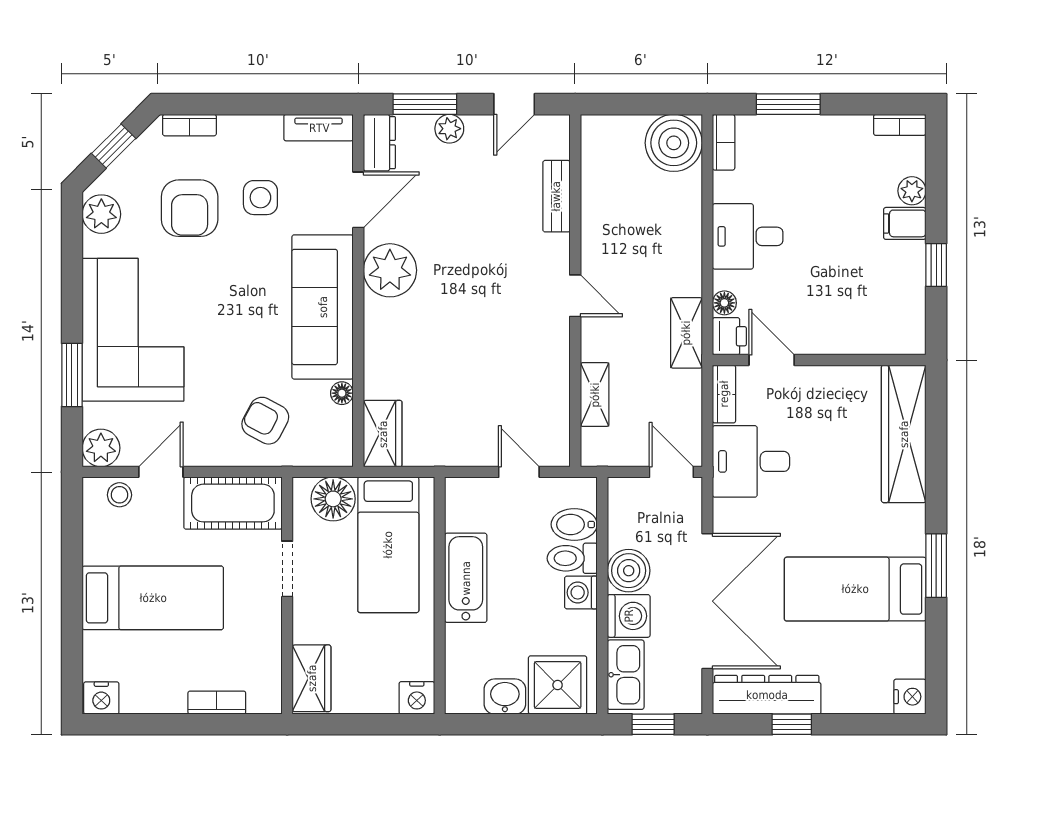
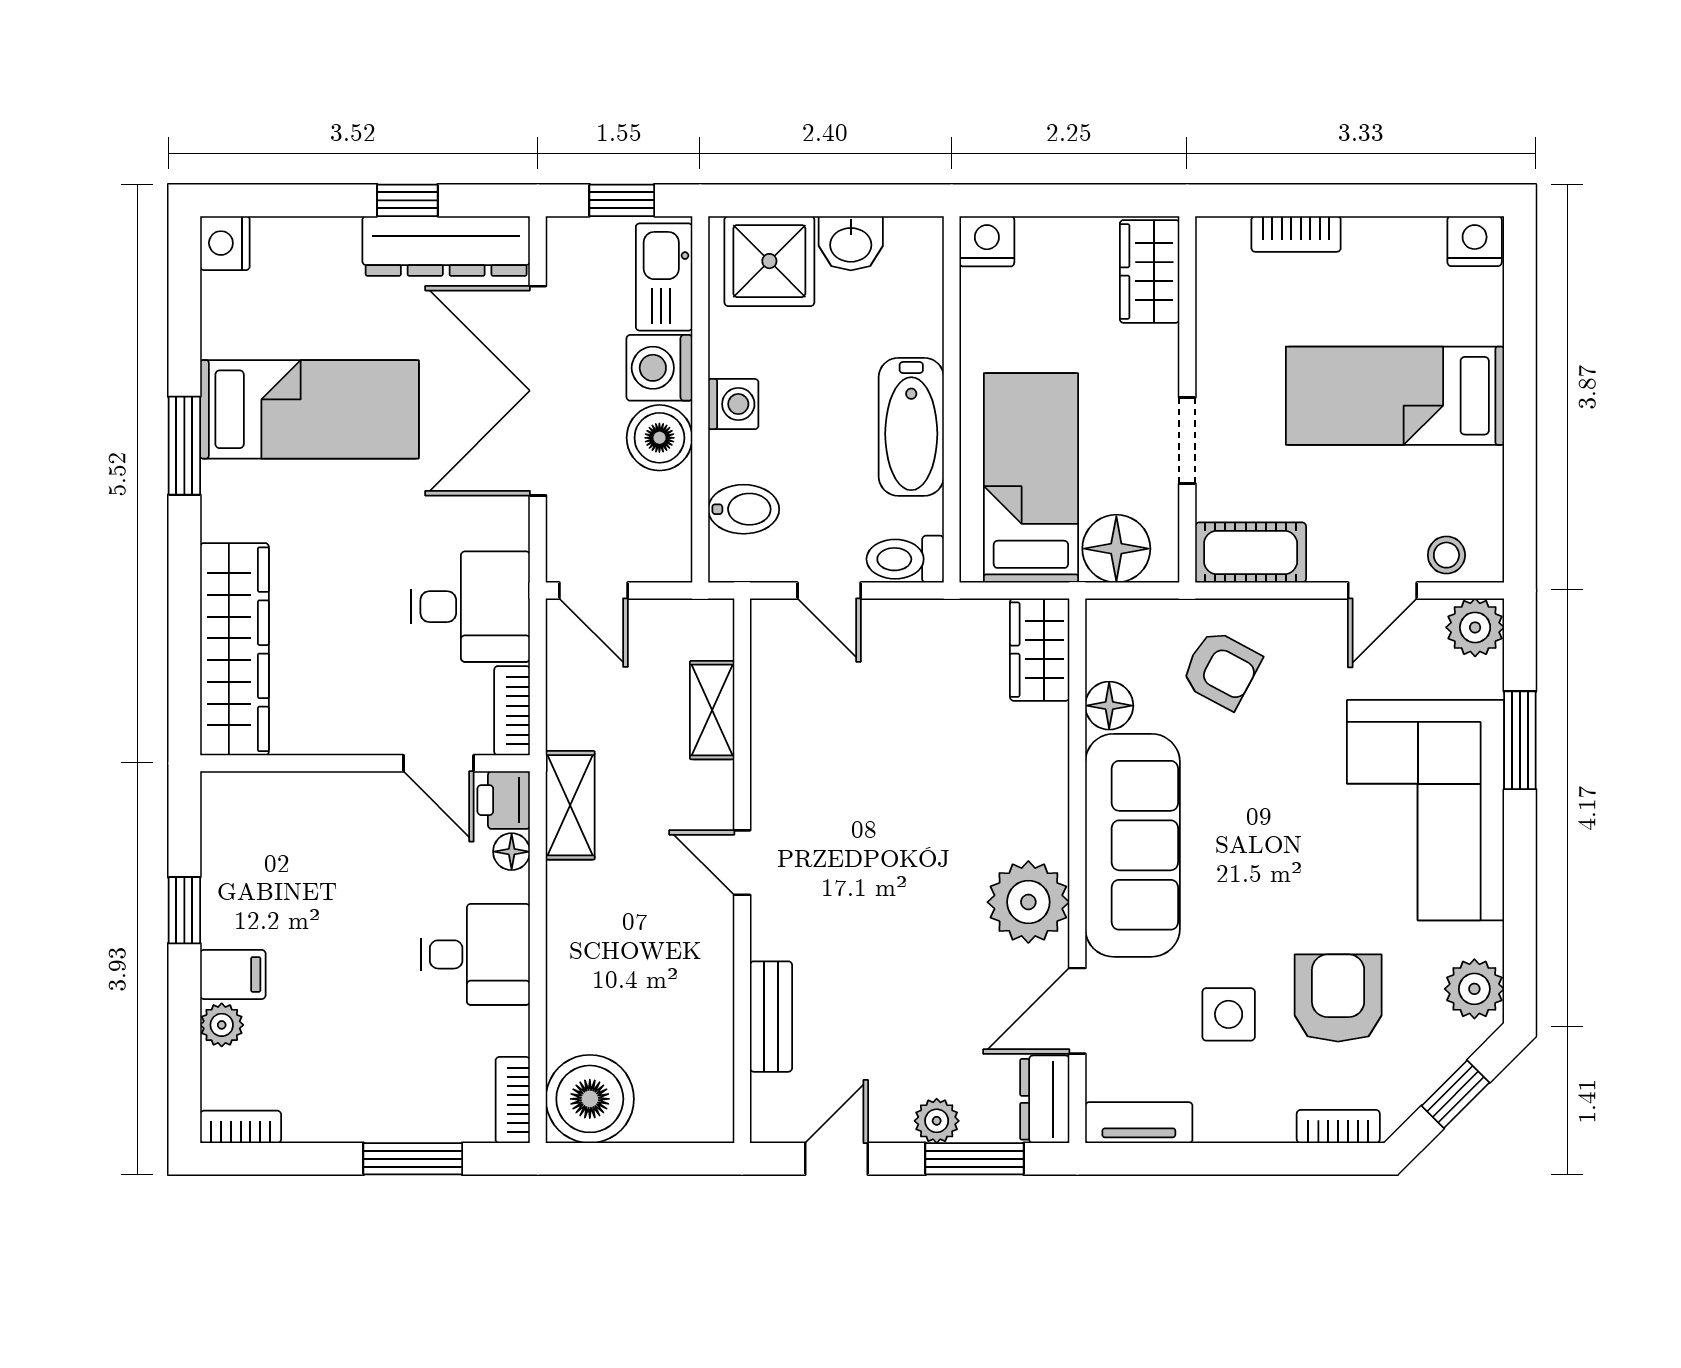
floor lamp: (342, 393) -> (1109, 706), width x1.37, depth x1.37
cot: (233, 503) -> (1251, 553), width x0.73, depth x0.75
toilet: (572, 558) -> (905, 559), moved, turned 180

